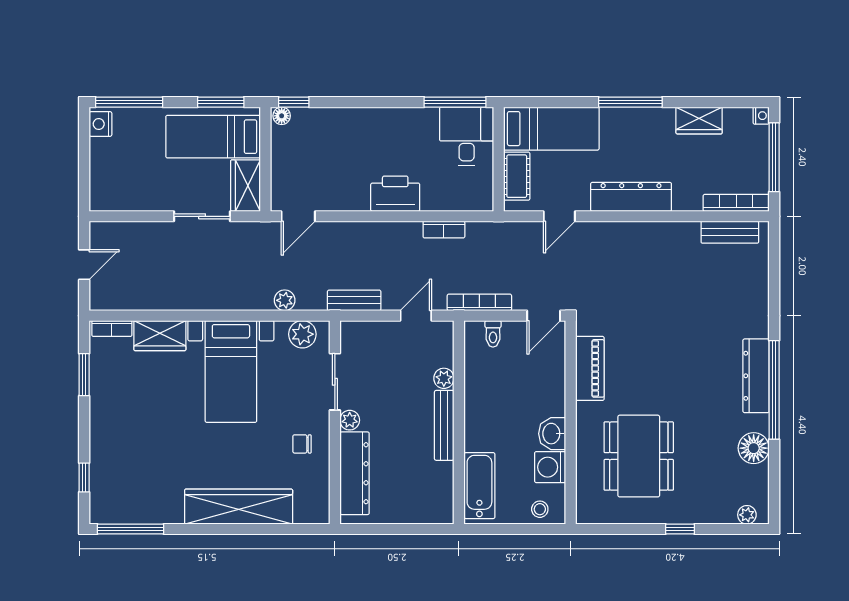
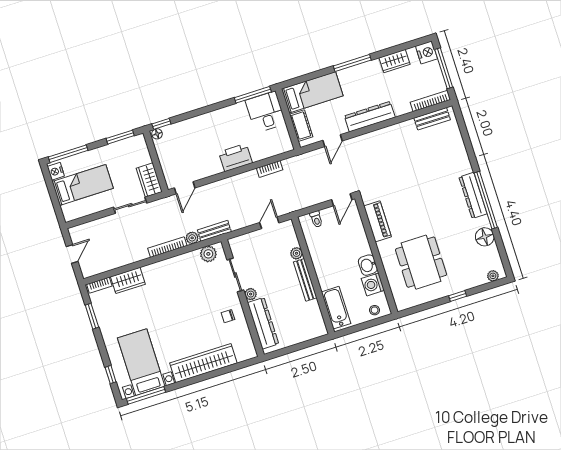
nightstand: (761, 116) -> (427, 52), width x1.89, depth x1.79
bed: (213, 137) -> (83, 185), moved, turned 180
bench: (354, 300) -> (214, 231), moved
bookcase: (479, 302) -> (167, 247), moved
bed with nightstands: (231, 371) -> (141, 362), moved, turned 180

